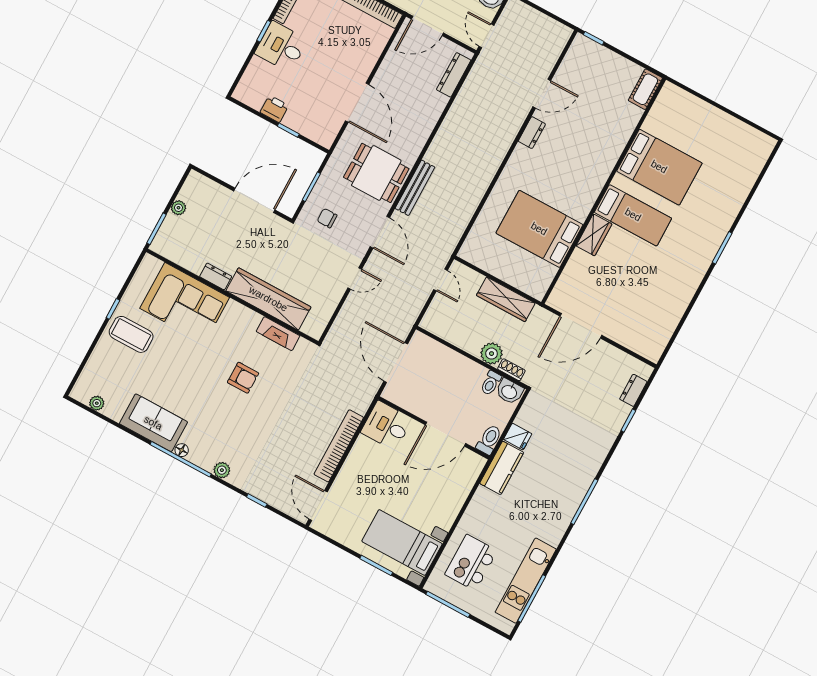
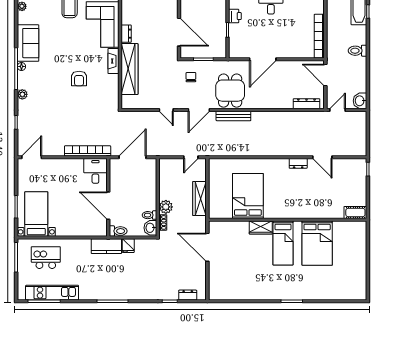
fireplace: (278, 334) -> (113, 61), moved
bookcase: (339, 446) -> (88, 151), moved

